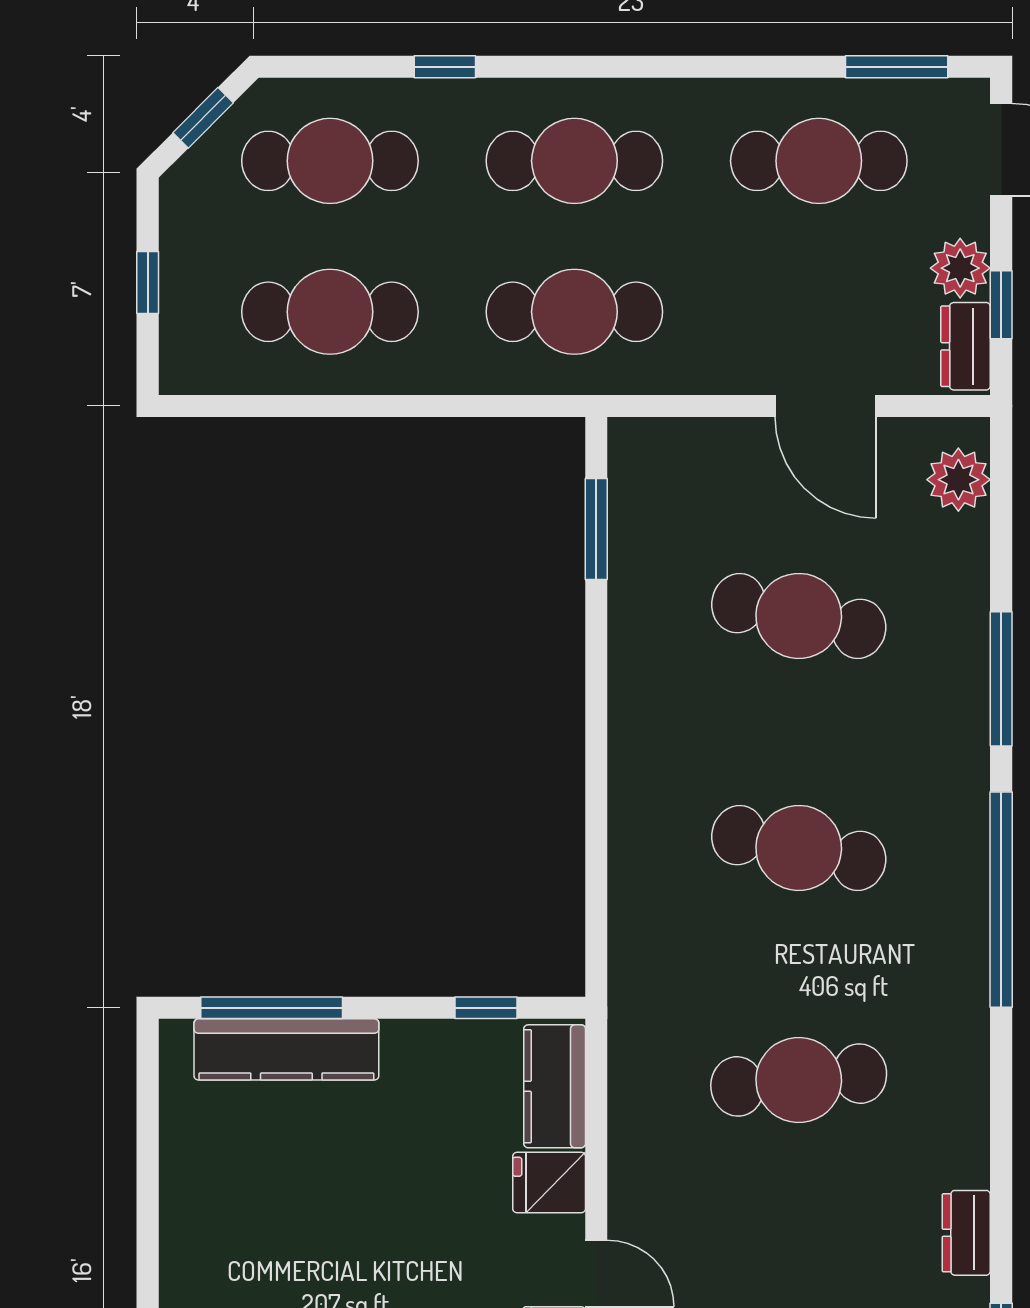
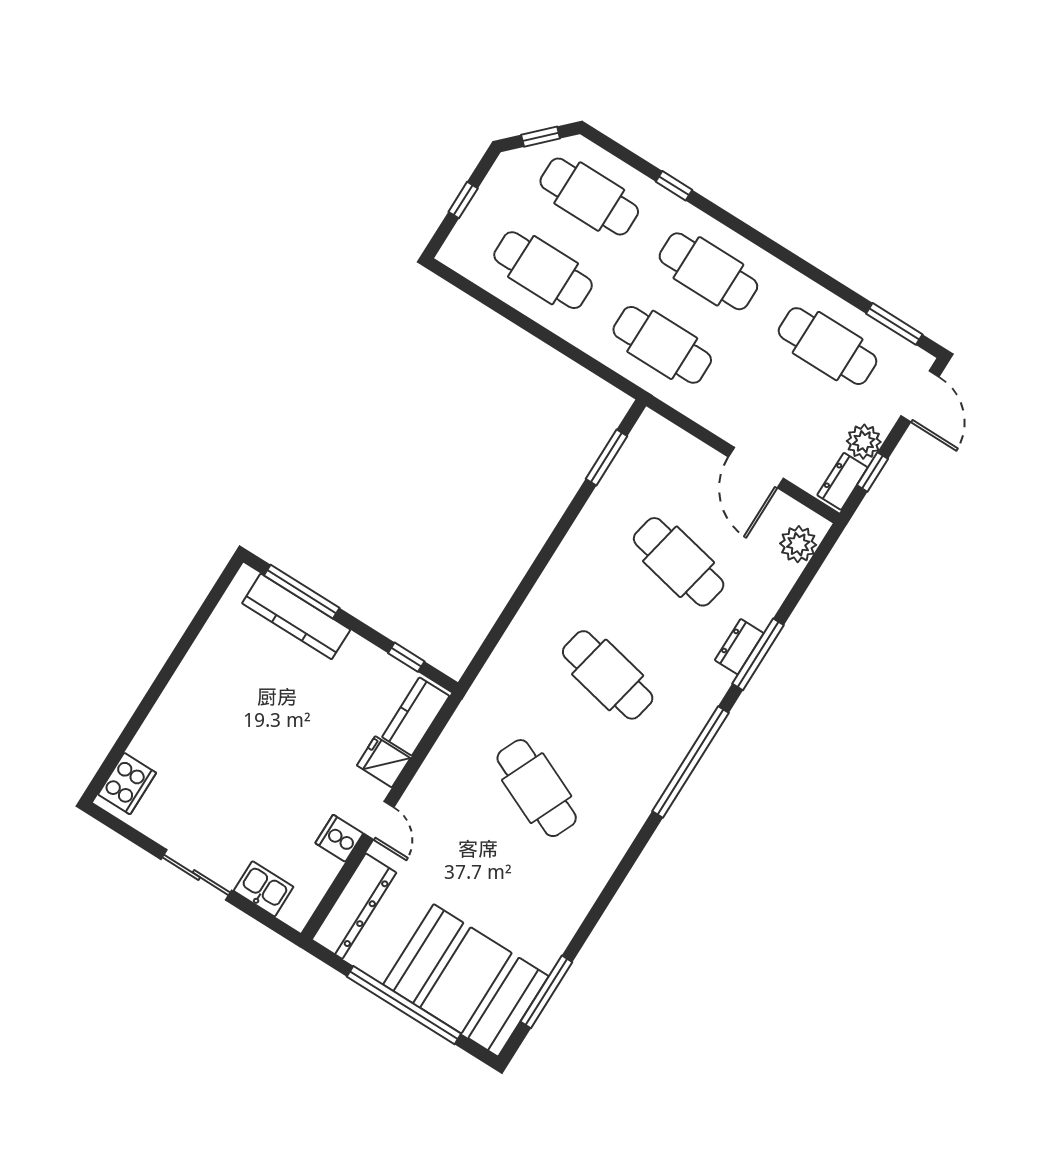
cafe table: (799, 1080) -> (537, 788), turned 30
dresser: (966, 1233) -> (739, 647), moved

